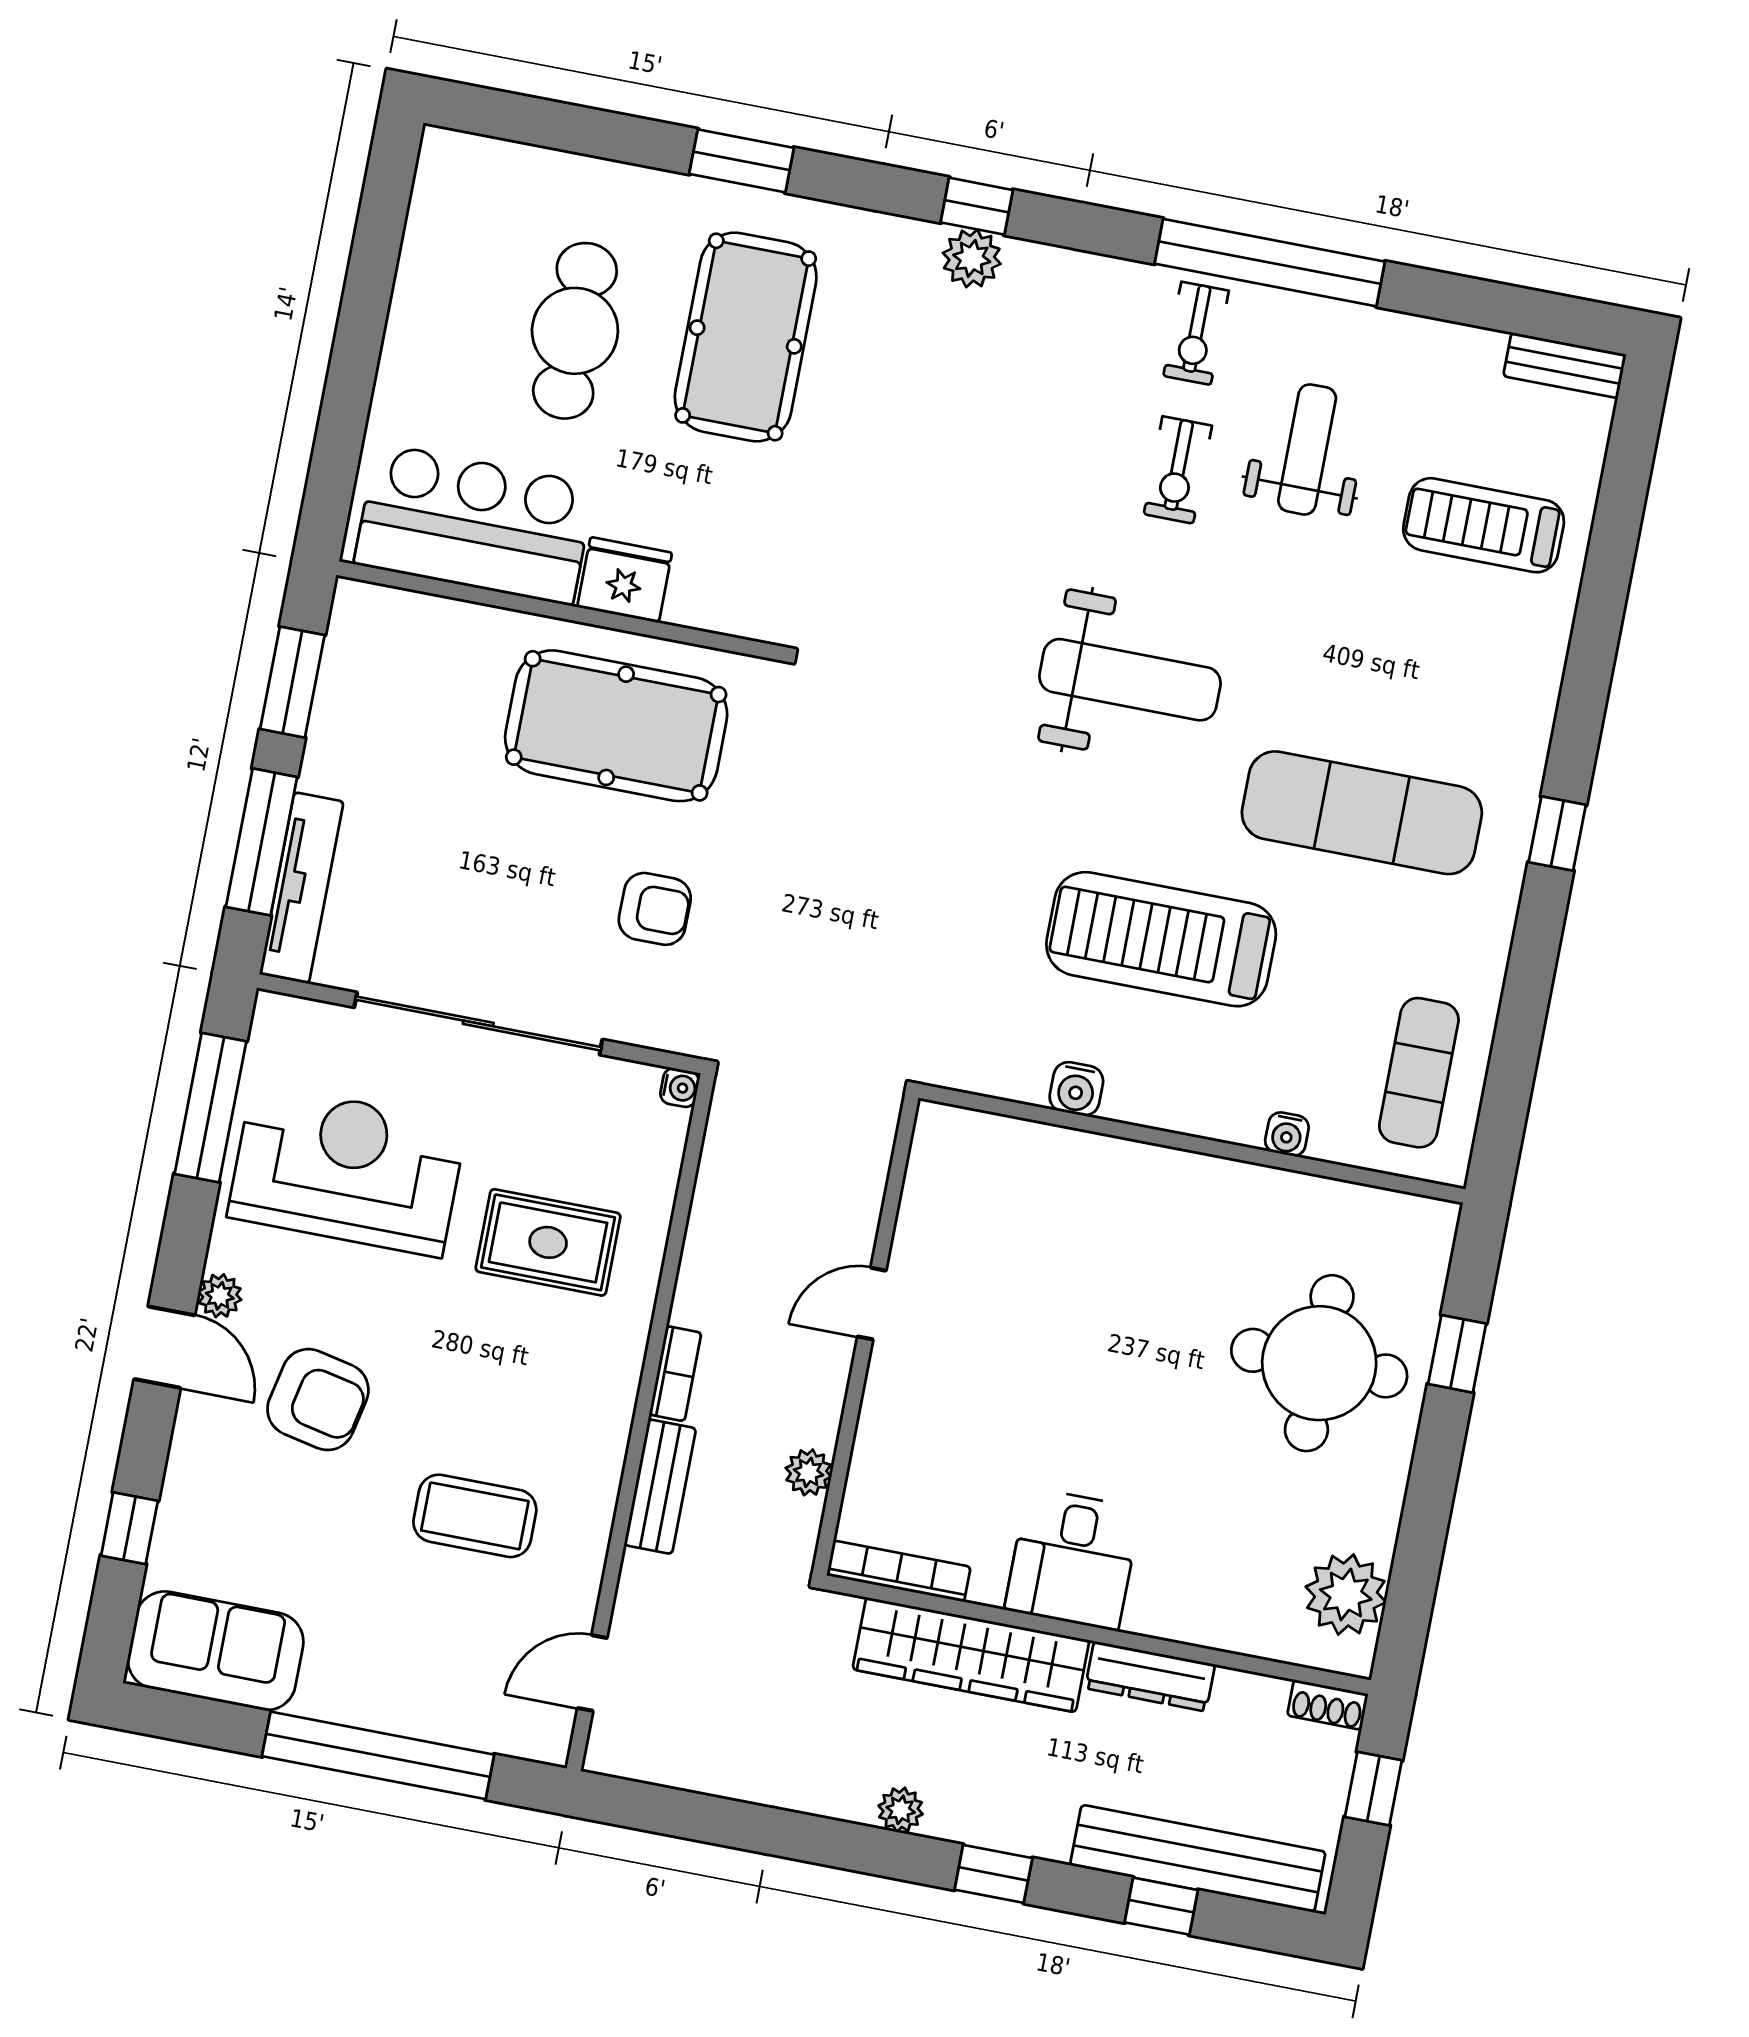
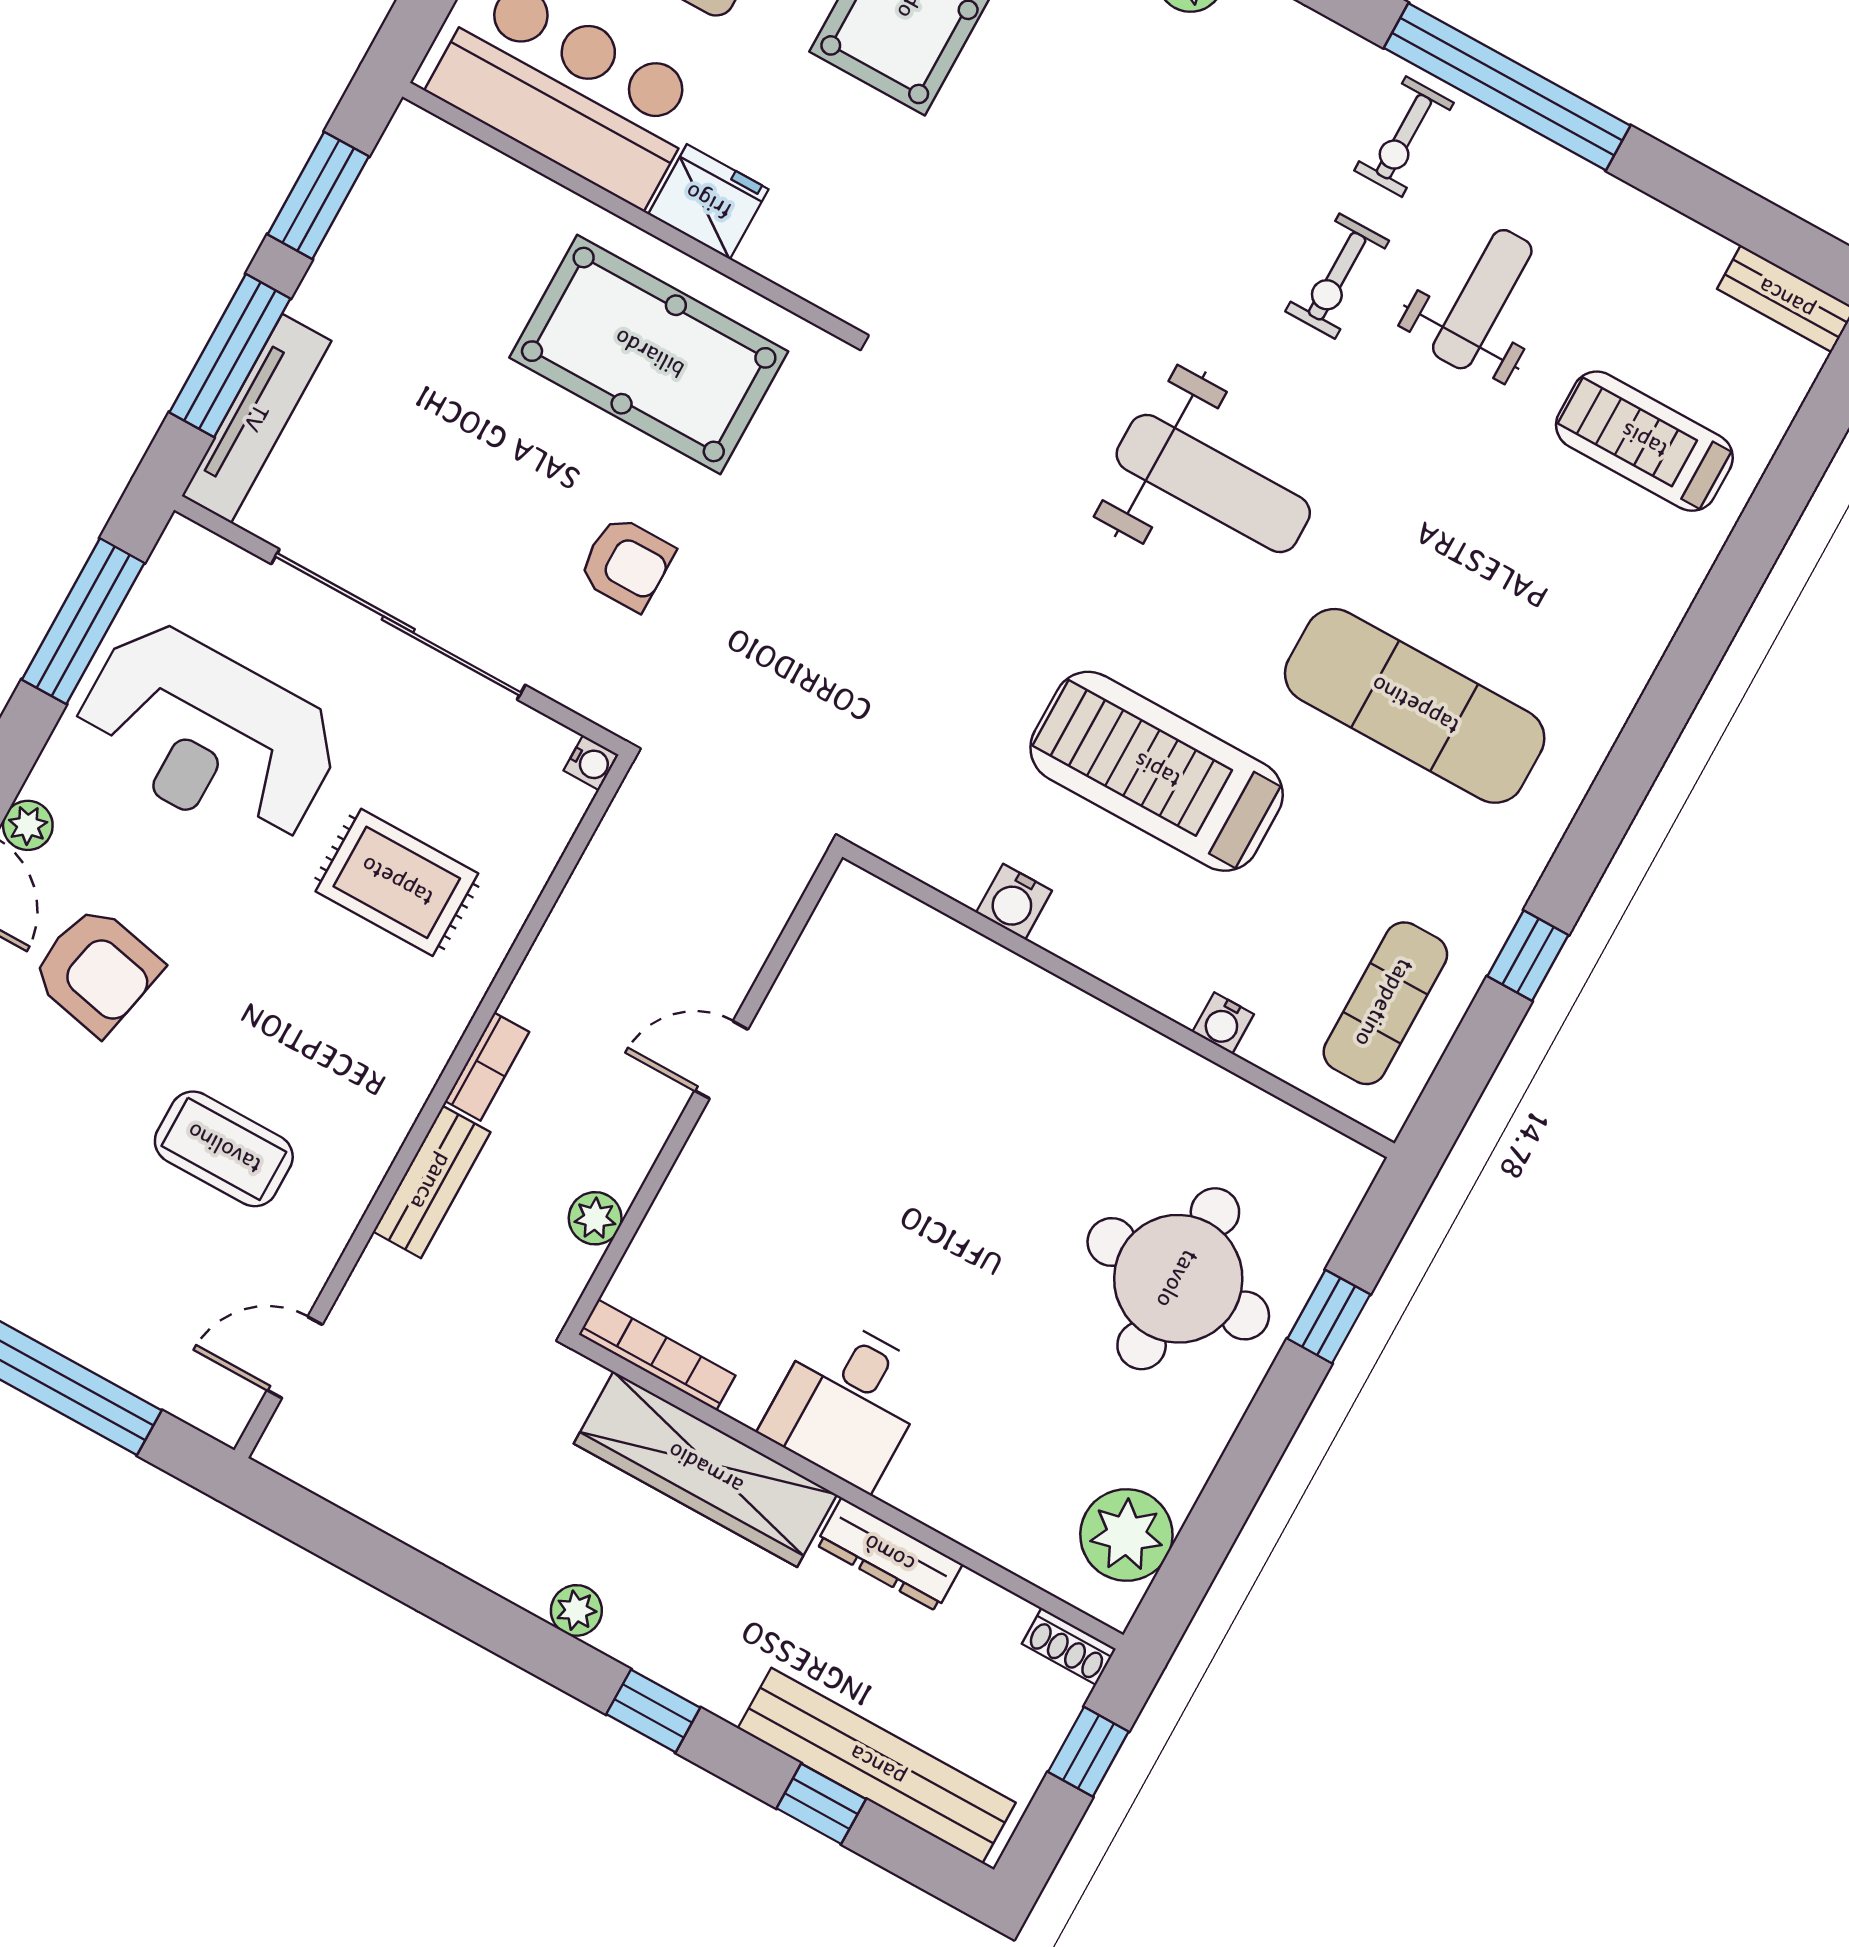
window: (1557, 834) -> (1528, 956), moved
reception desk: (347, 1170) -> (207, 735), turned 180

